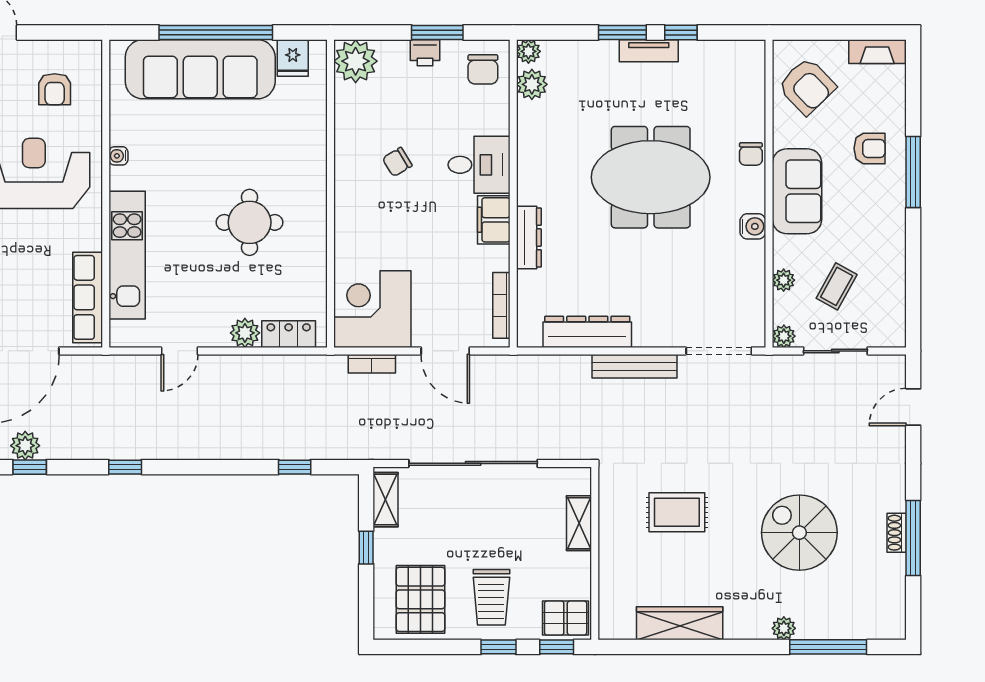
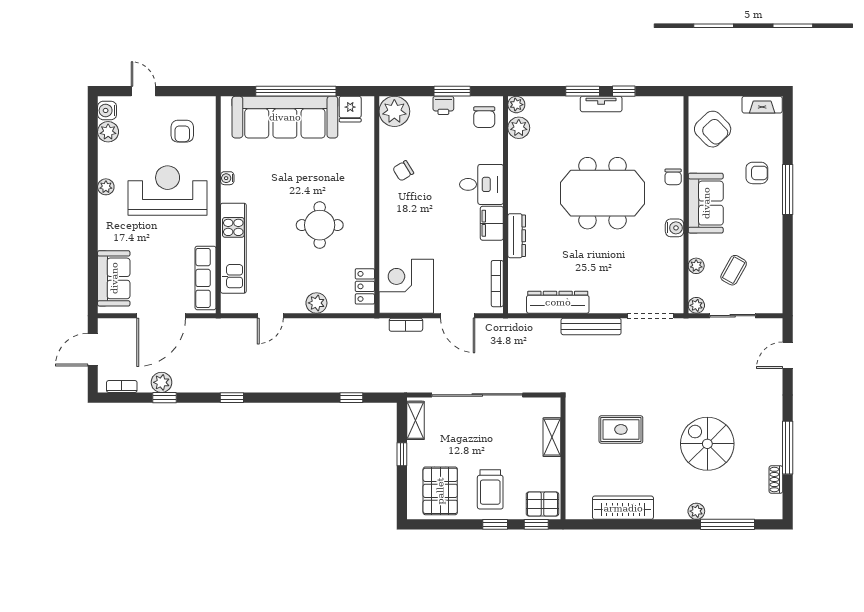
chair: (397, 162) -> (403, 171), moved
locker: (289, 334) -> (365, 286), moved, turned -90
shoe rack: (897, 533) -> (776, 480), moved

